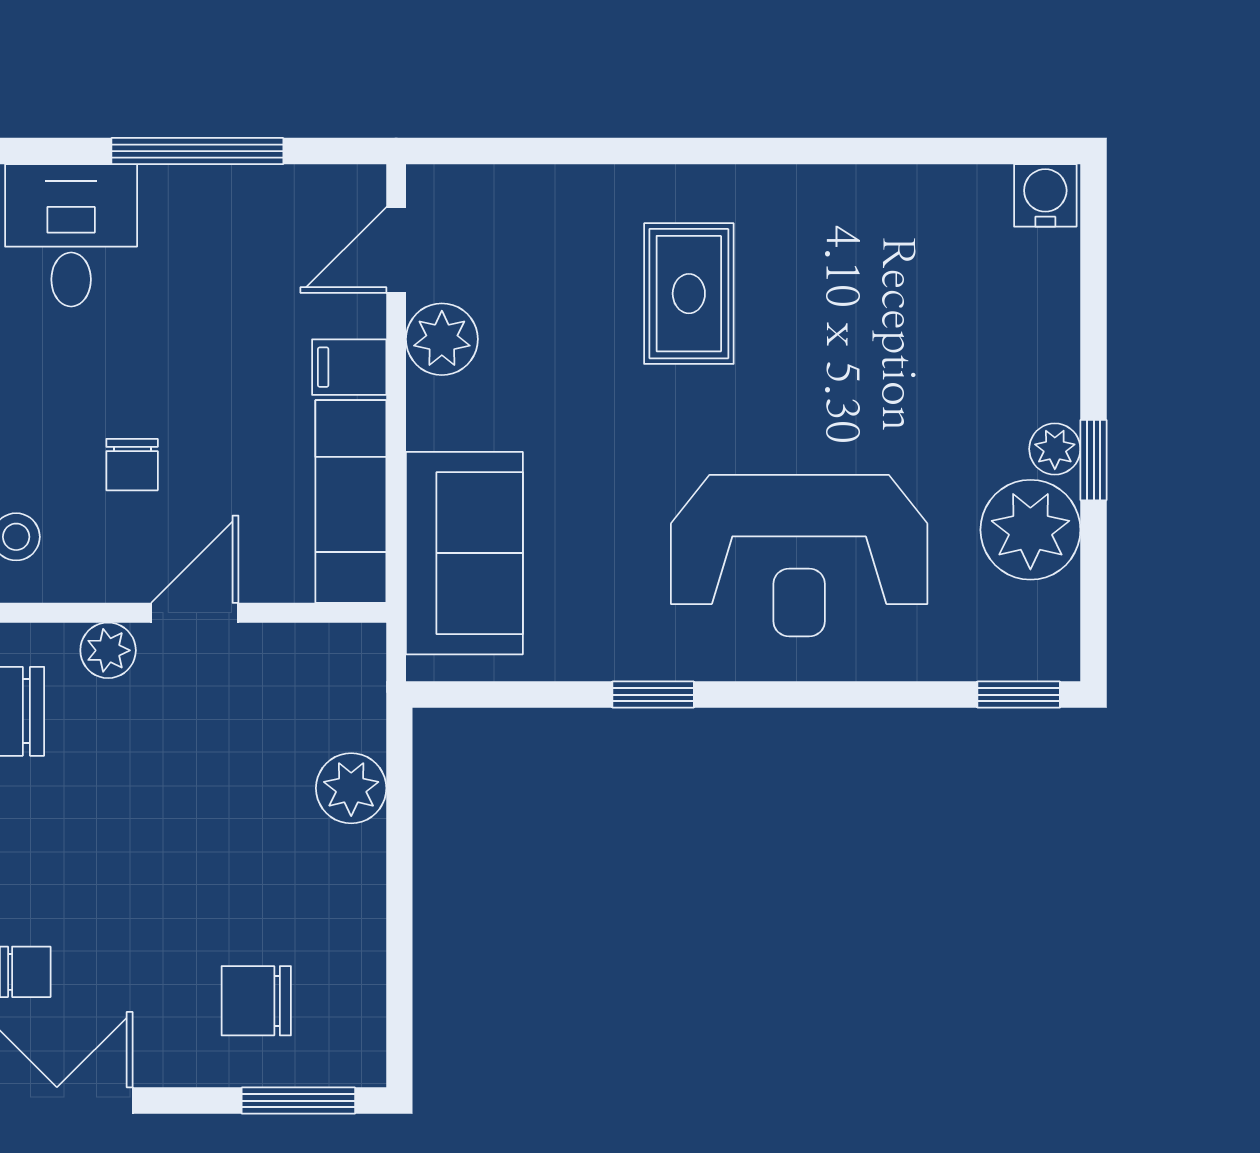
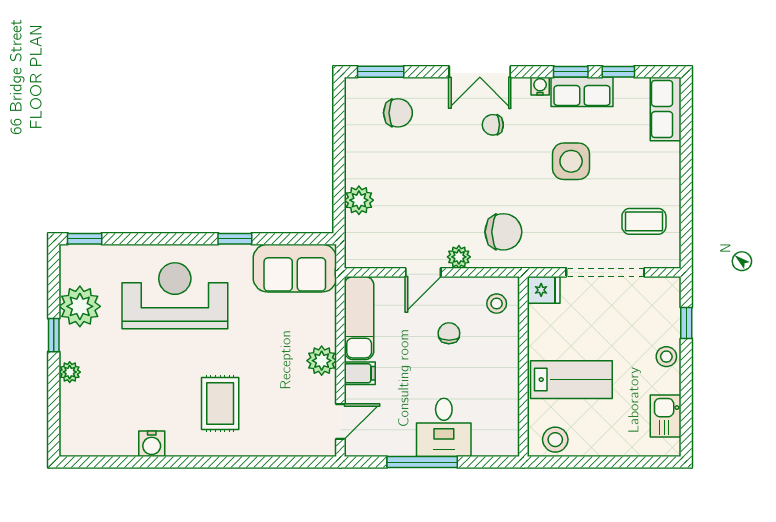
water cooler: (1045, 195) -> (152, 444), moved
desk: (71, 235) -> (444, 427), moved
plant: (442, 339) -> (322, 361), moved
plant: (1055, 449) -> (70, 372), moved
sofa: (464, 553) -> (295, 268), moved, turned -90

